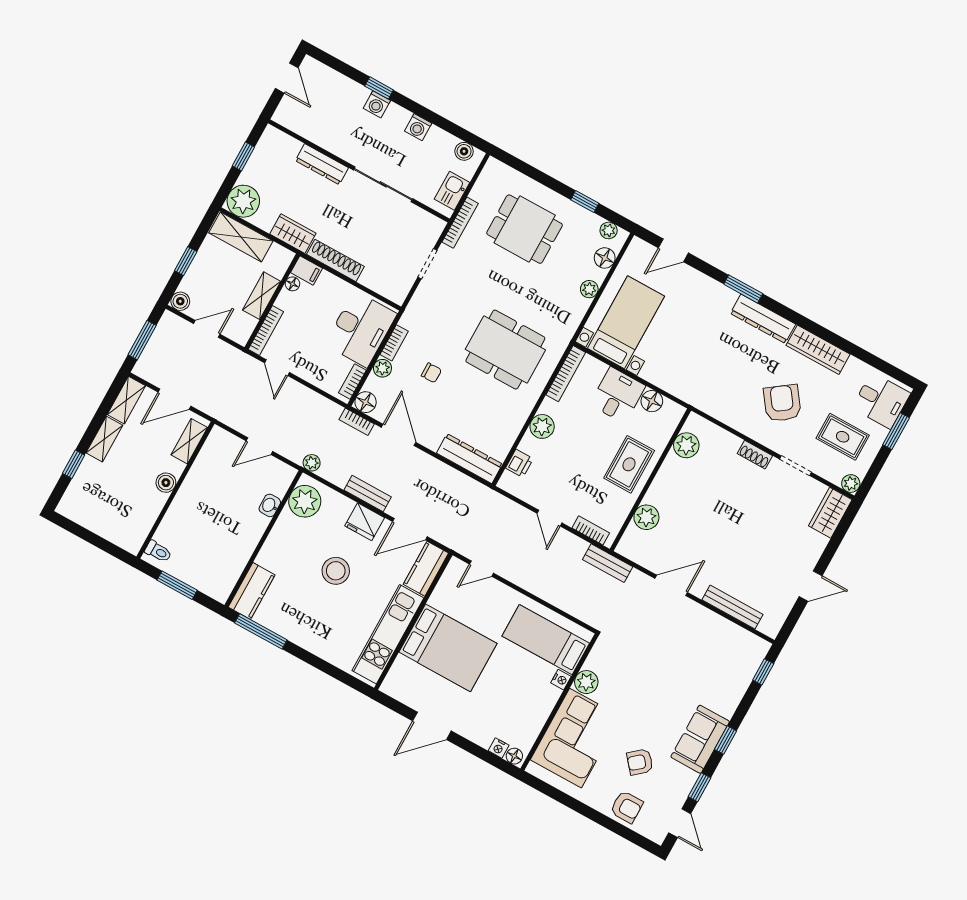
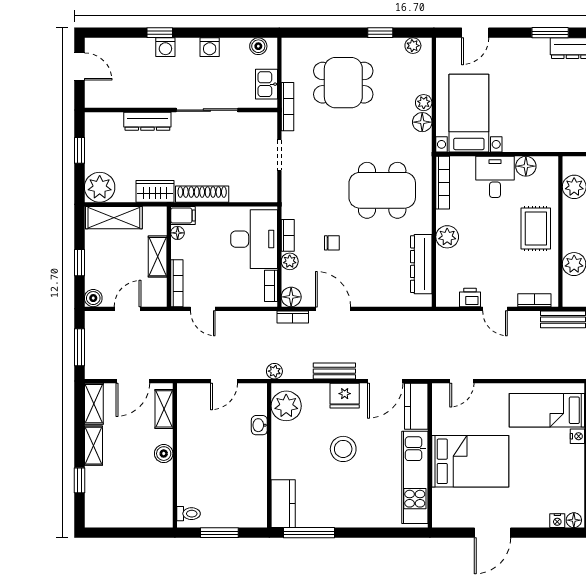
floor lamp: (605, 258) -> (422, 122), moved
dresser: (469, 459) -> (421, 264), moved, turned -90
printer: (519, 463) -> (470, 297), moved, turned -90

